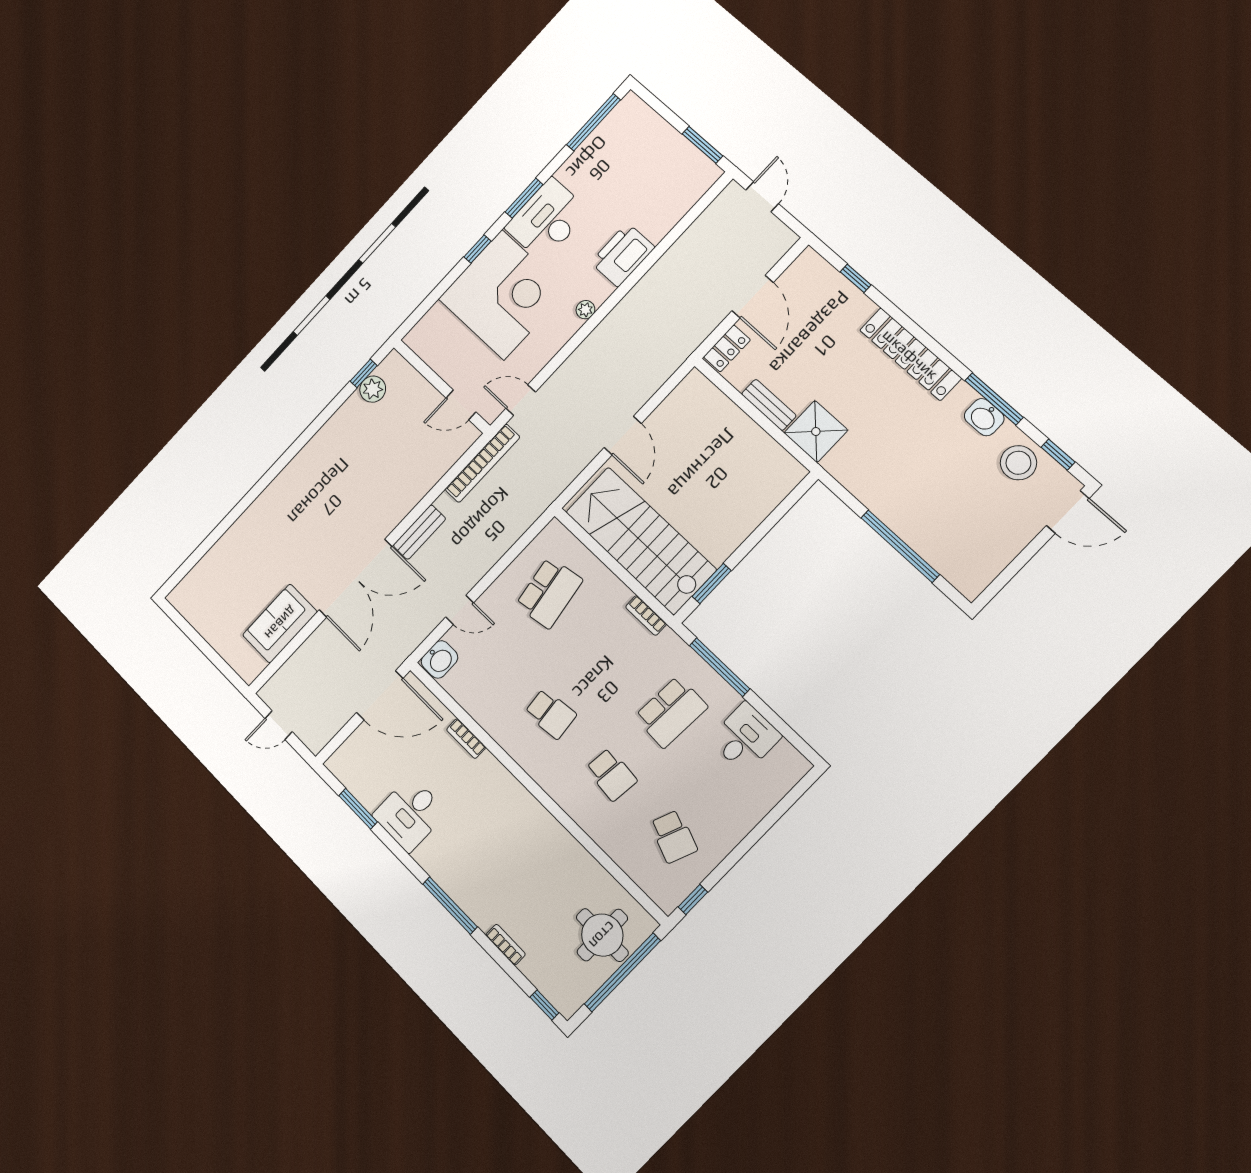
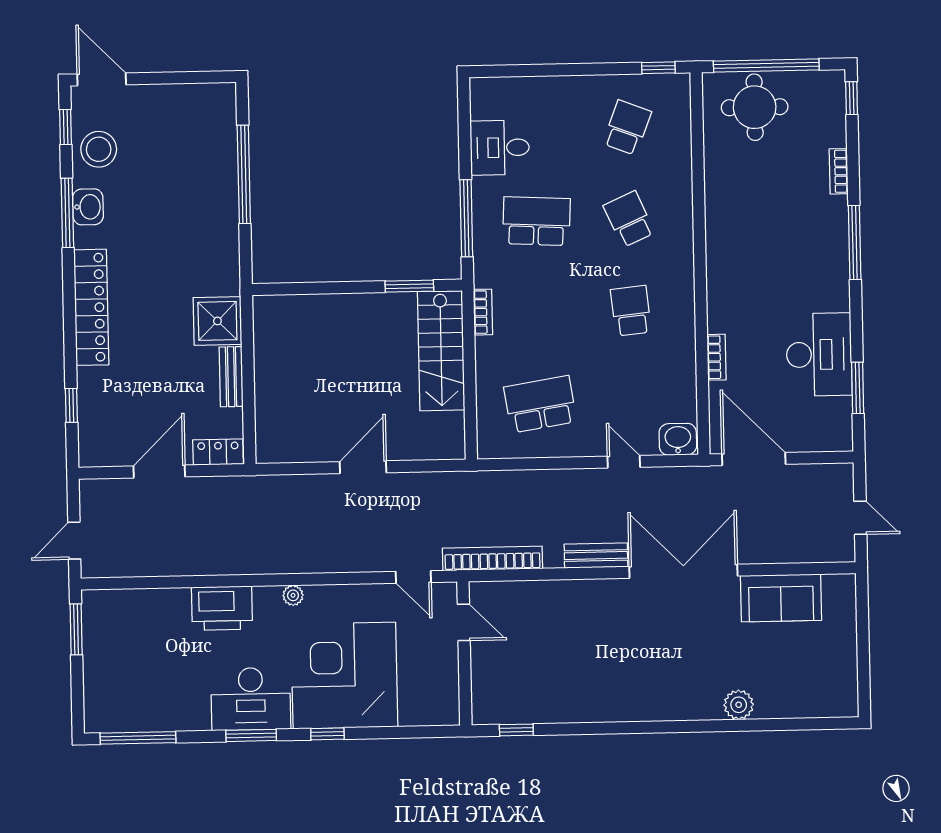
plant: (373, 389) -> (739, 705), moved
stairs: (641, 541) -> (441, 351), width x0.73, depth x0.66
school desk: (611, 774) -> (629, 219), turned -30
desk: (410, 814) -> (819, 354), width x1.37

